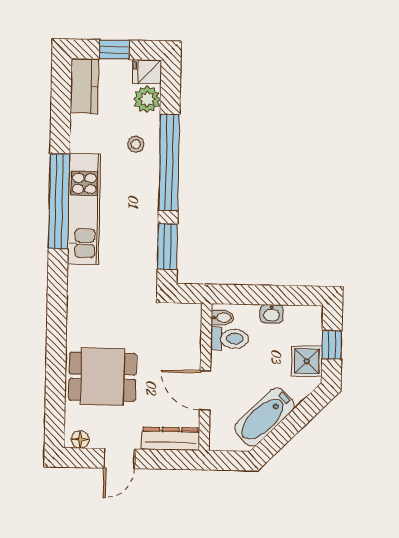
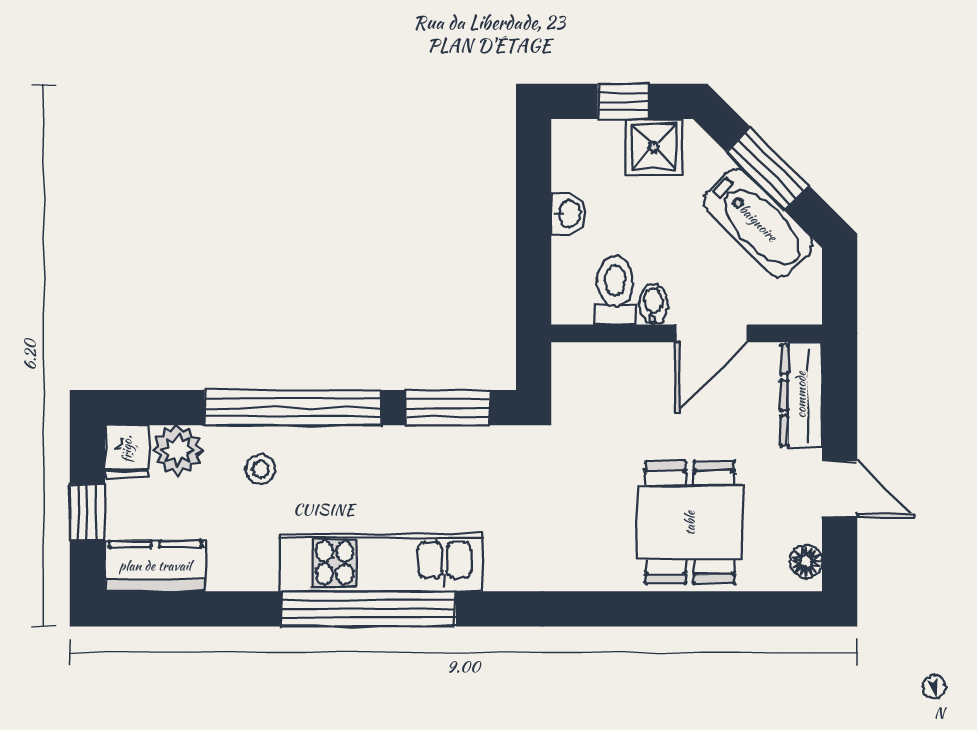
bidet: (222, 318) -> (654, 304), moved
window: (294, 423) -> (768, 169), added

